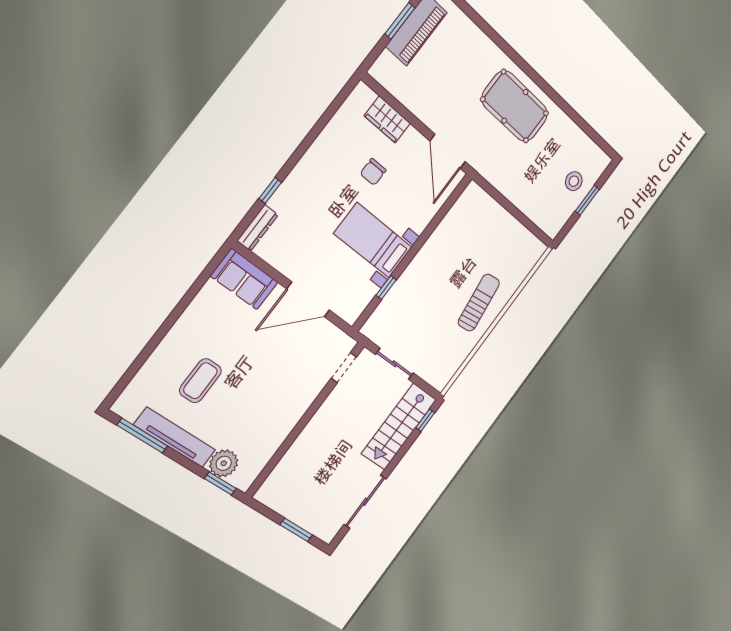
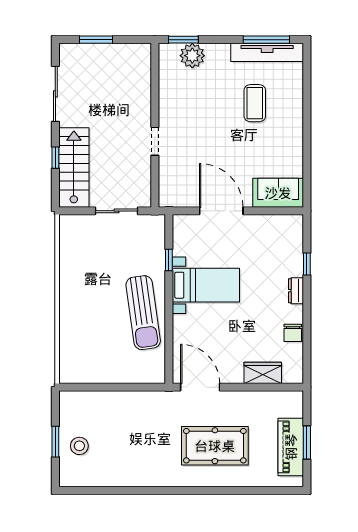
pool table: (515, 106) -> (215, 446), moved
chair: (373, 172) -> (293, 333), moved, turned 180
dresser: (258, 228) -> (296, 291), moved, width x0.70
door: (308, 299) -> (221, 211), hinge flipped
sun lounger: (479, 303) -> (143, 313), moved, width x1.36, depth x1.34
doorway: (344, 368) -> (155, 141), moved
window: (425, 420) -> (55, 158), moved
tv unit: (175, 437) -> (267, 52), moved

